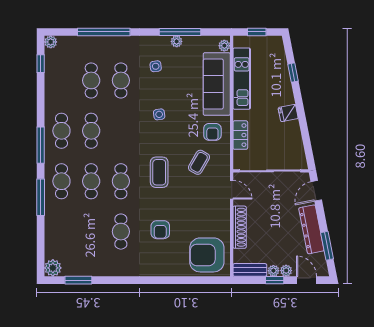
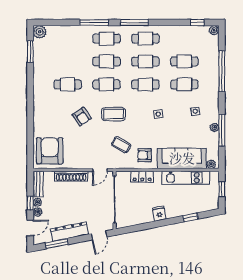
cafe table: (121, 131) -> (145, 84), added
door: (316, 191) -> (99, 235), swing flipped
armchair: (160, 230) -> (82, 117), moved, turned -125

